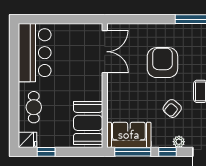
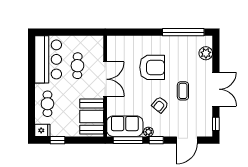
double door: (105, 52) -> (105, 79), moved
cafe table: (71, 60) -> (77, 66), added
armchair: (162, 63) -> (152, 67), turned 90
plant: (179, 142) -> (148, 132), moved

